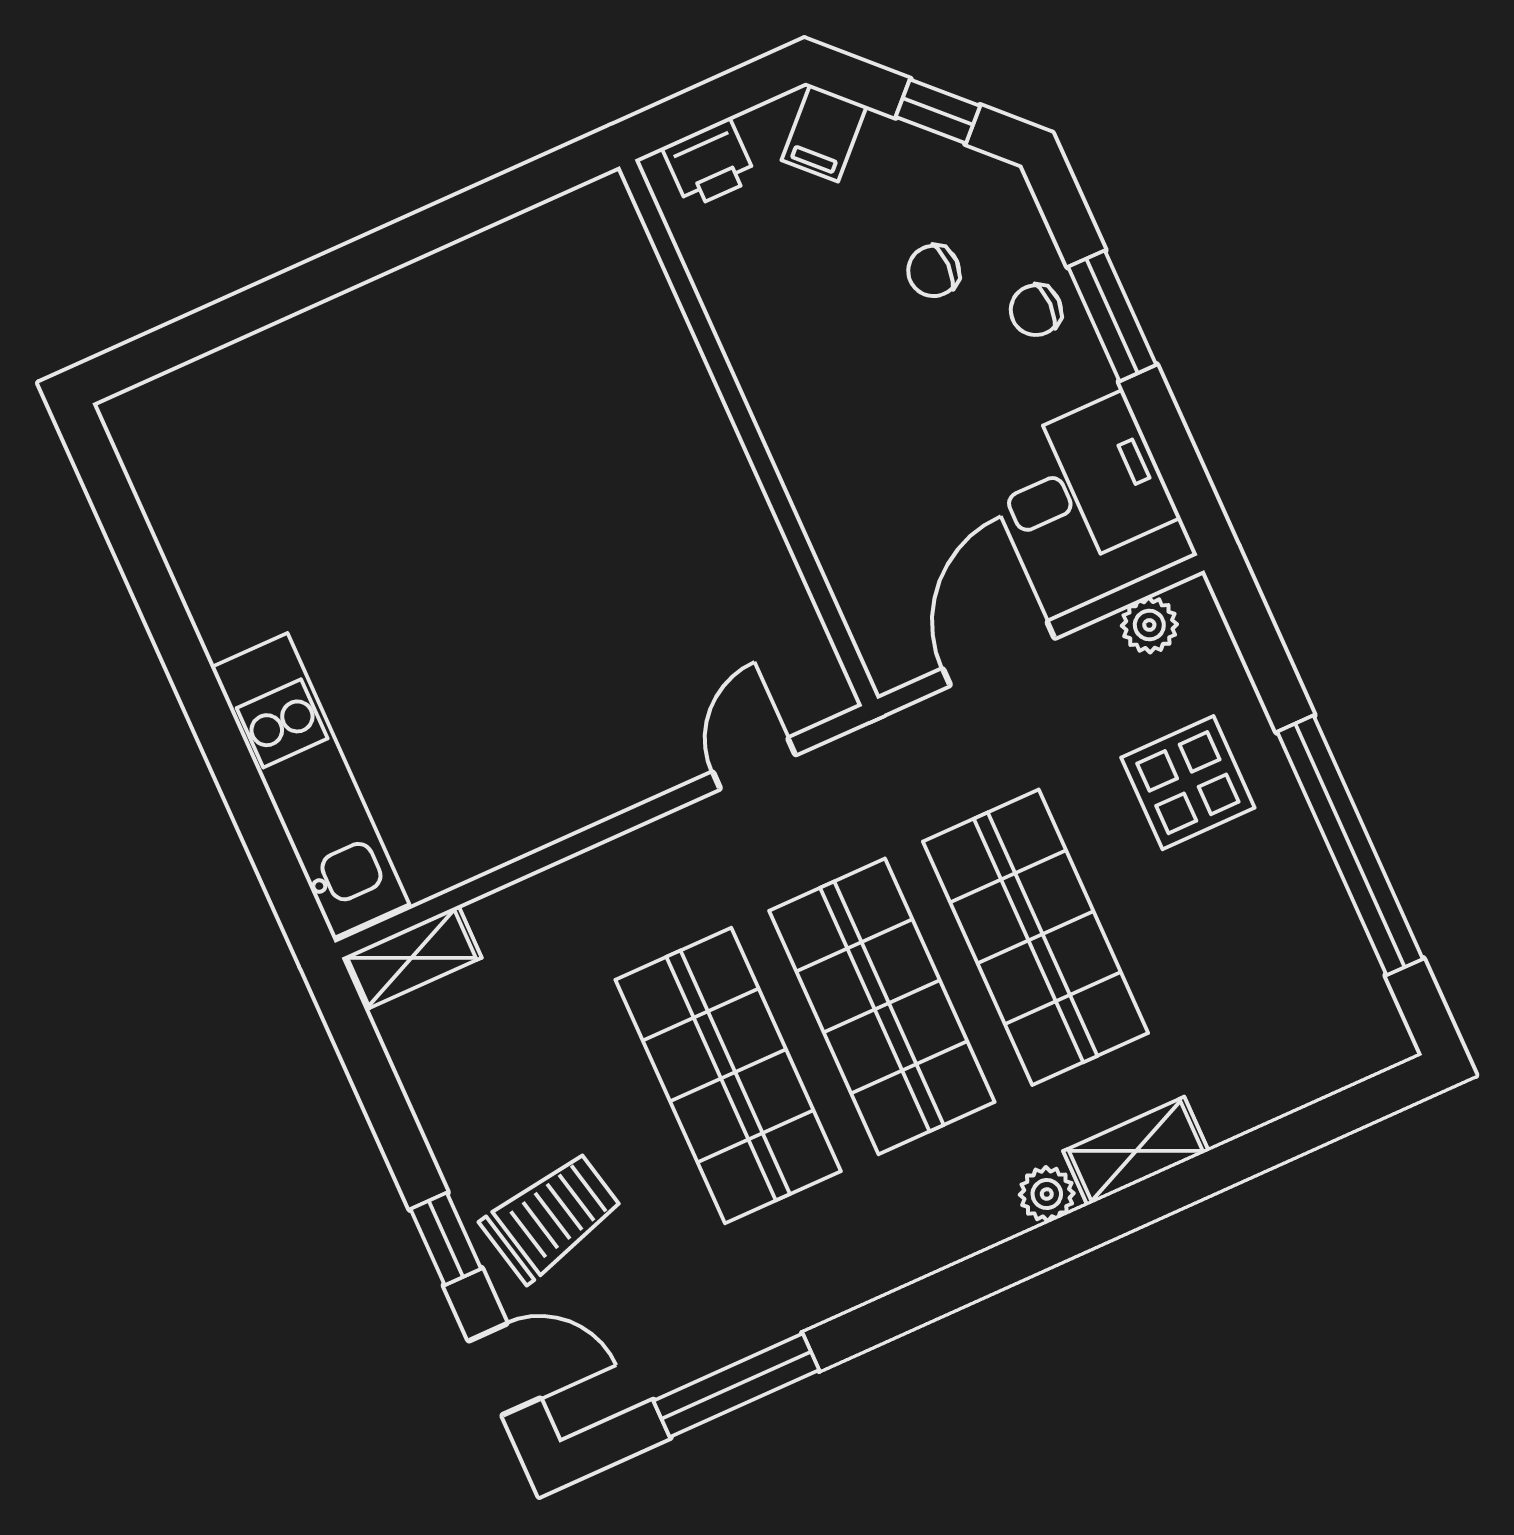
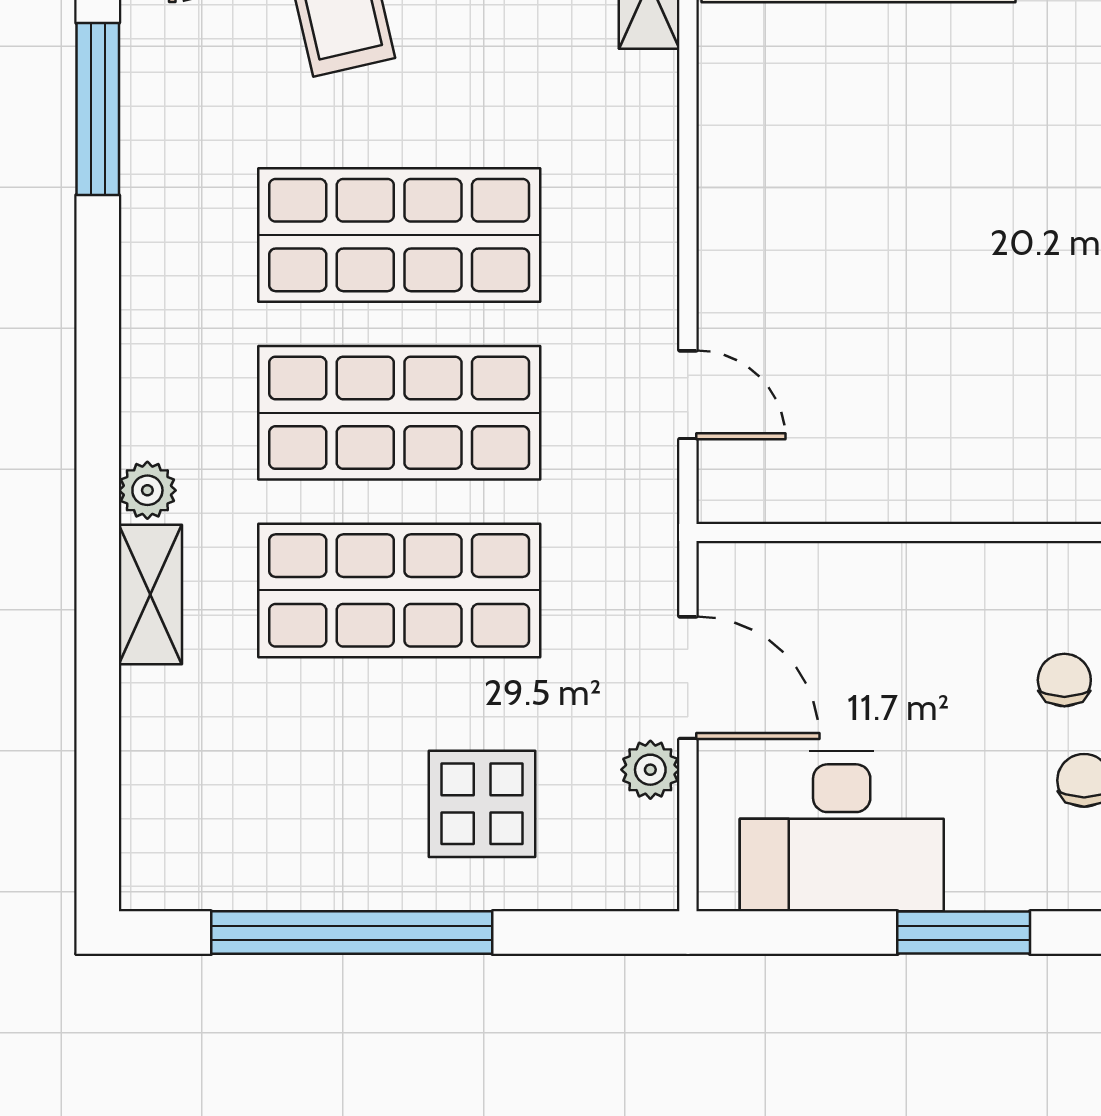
chair: (1036, 310) -> (1064, 680), moved
desk: (1083, 485) -> (842, 831), width x1.37
plant: (1149, 625) -> (650, 770), moved

